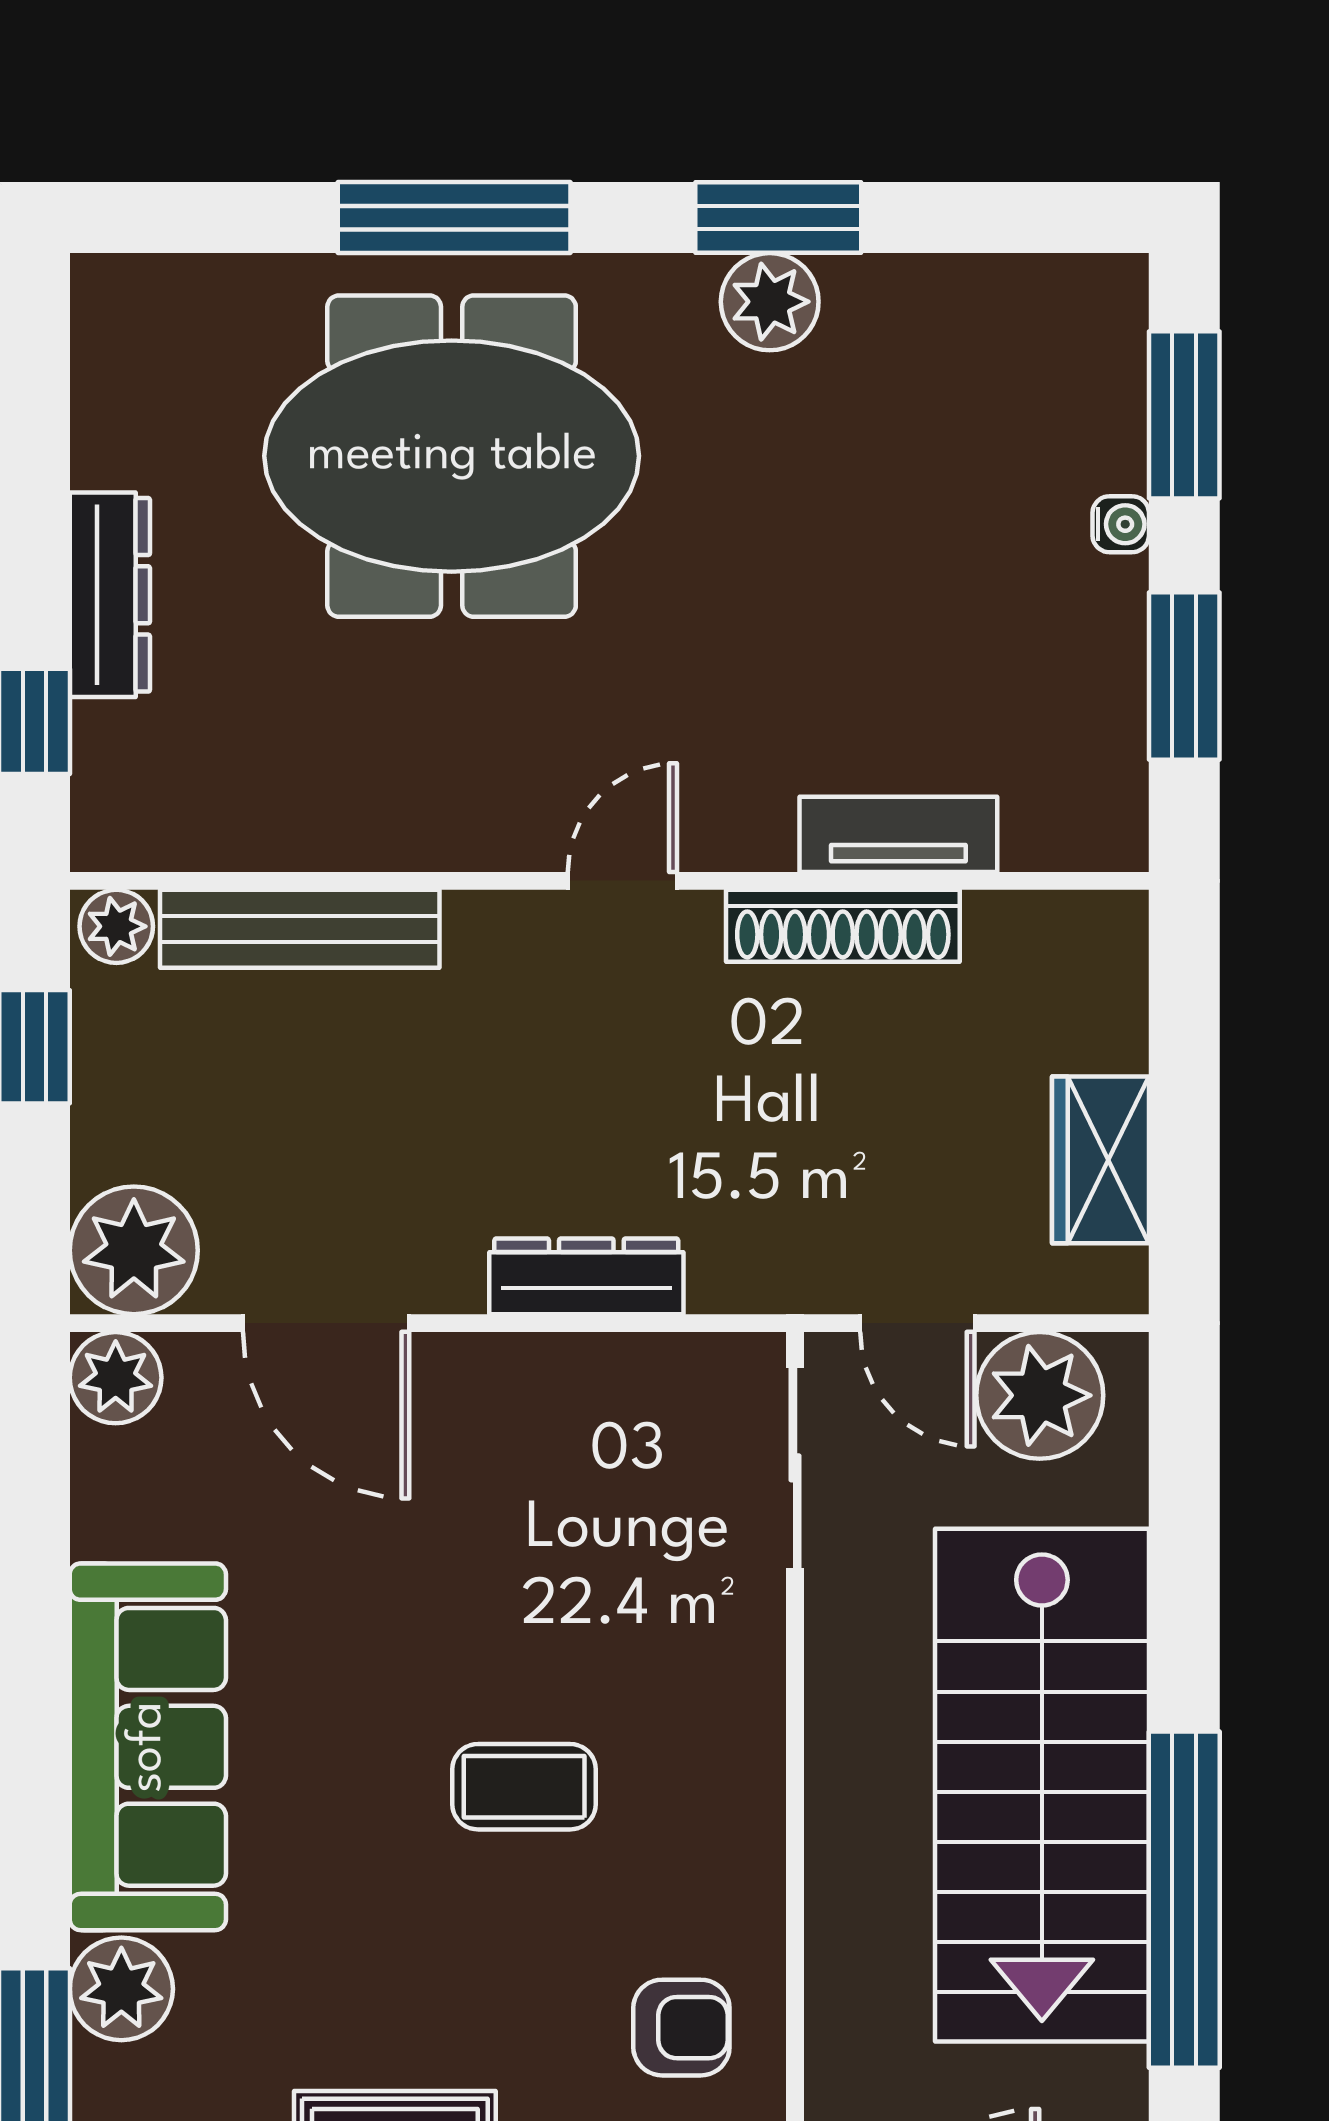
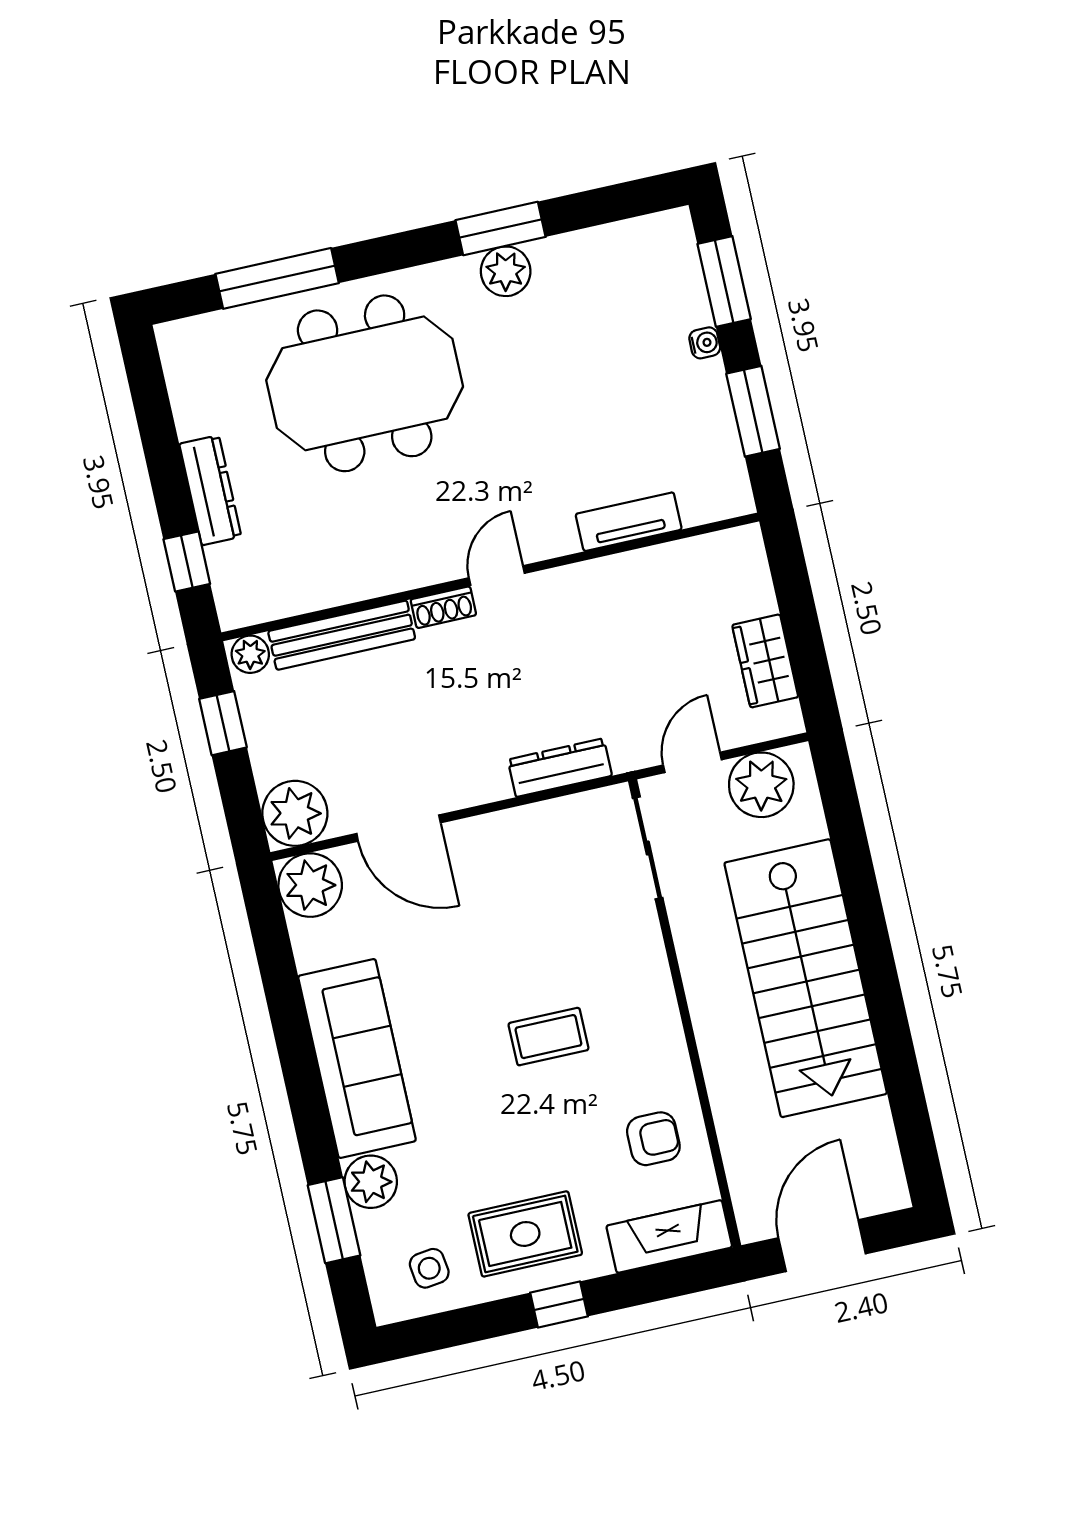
window: (454, 218) -> (277, 278), moved
shoe rack: (843, 926) -> (443, 607), moved, width x0.51, depth x0.81
dresser: (586, 1276) -> (560, 768), moved
door: (917, 1323) -> (692, 762), swing flipped
plant: (116, 1378) -> (310, 885), width x1.36, depth x1.36
window: (1184, 1900) -> (889, 1019), removed

